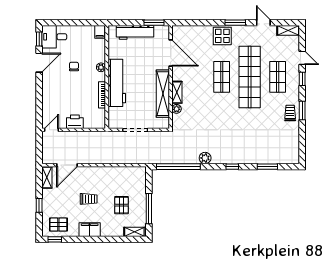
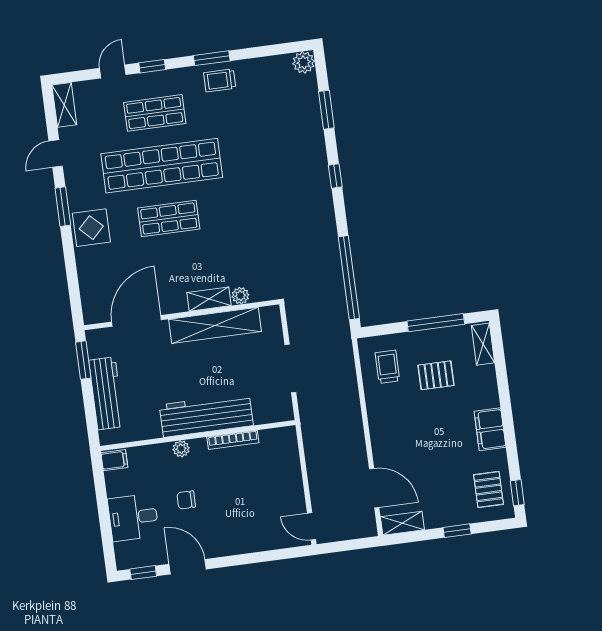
desk: (54, 37) -> (133, 517), moved, turned 90
printer: (75, 122) -> (290, 484), removed
plant: (205, 158) -> (304, 62), moved
trolley: (89, 199) -> (387, 367), moved

